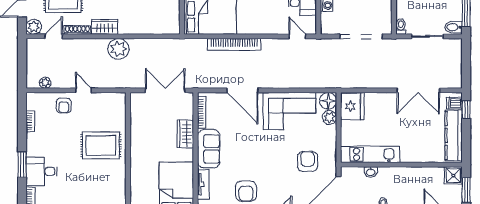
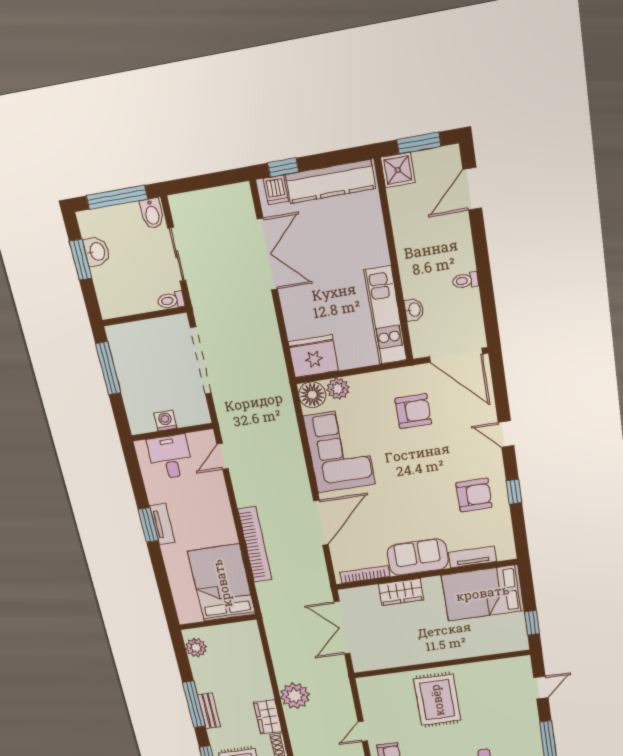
armchair: (307, 161) -> (413, 411), turned 180

